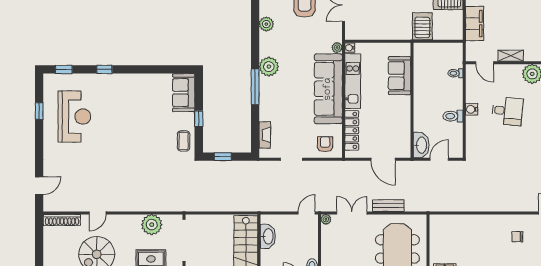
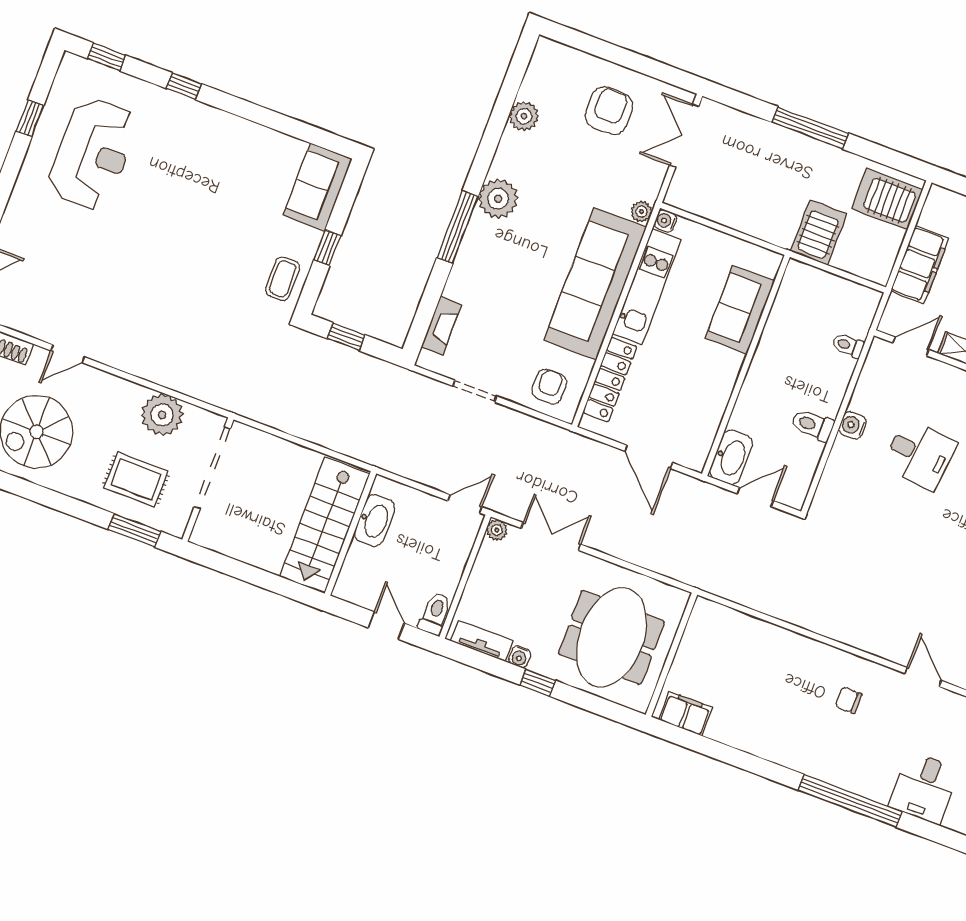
door: (485, 63) -> (911, 346), swing flipped
bench: (388, 206) -> (625, 549), removed

